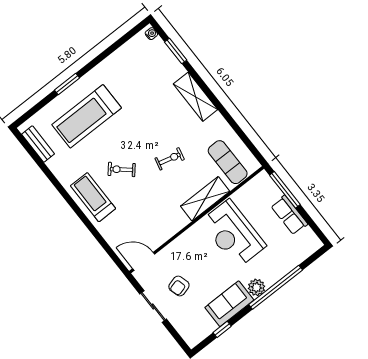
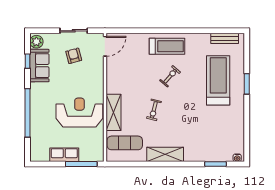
shelving: (195, 97) -> (165, 154), moved
plant: (257, 287) -> (36, 42), moved
sofa: (229, 304) -> (39, 66), moved

